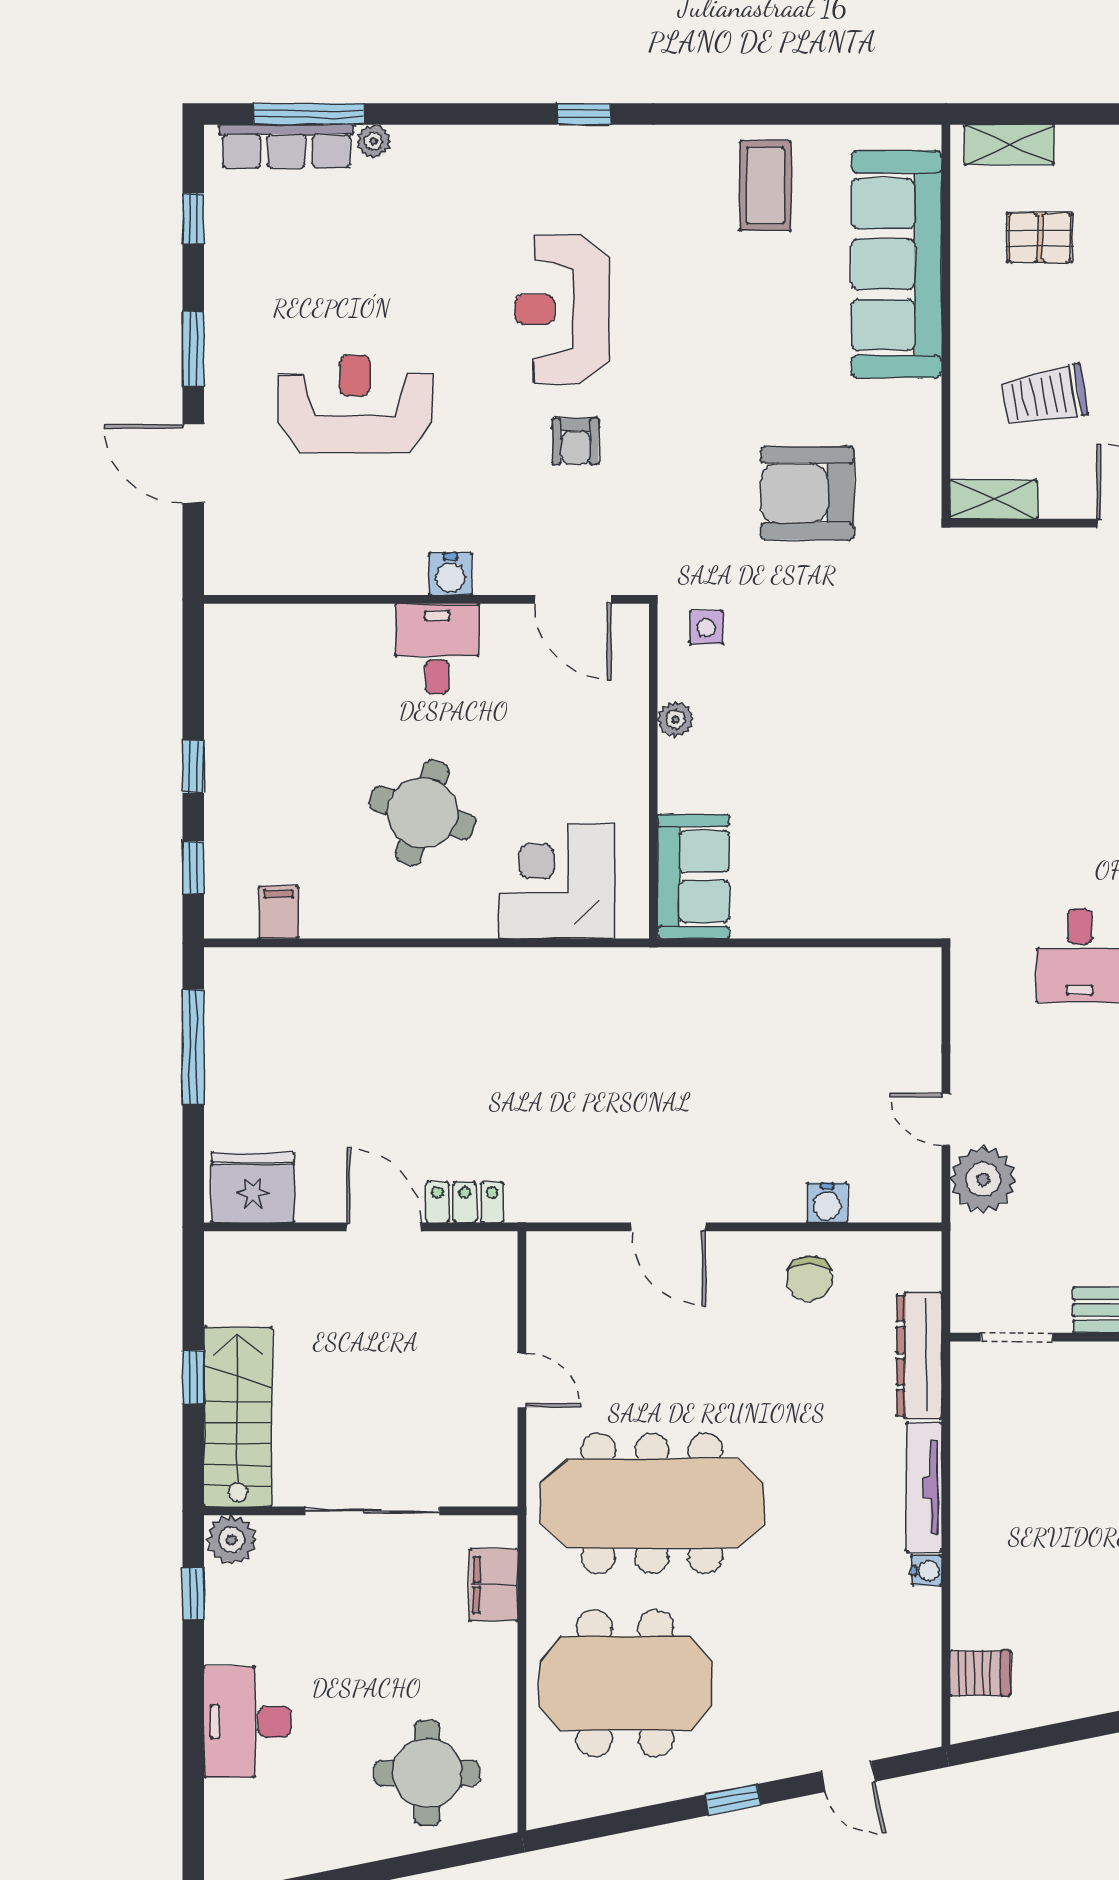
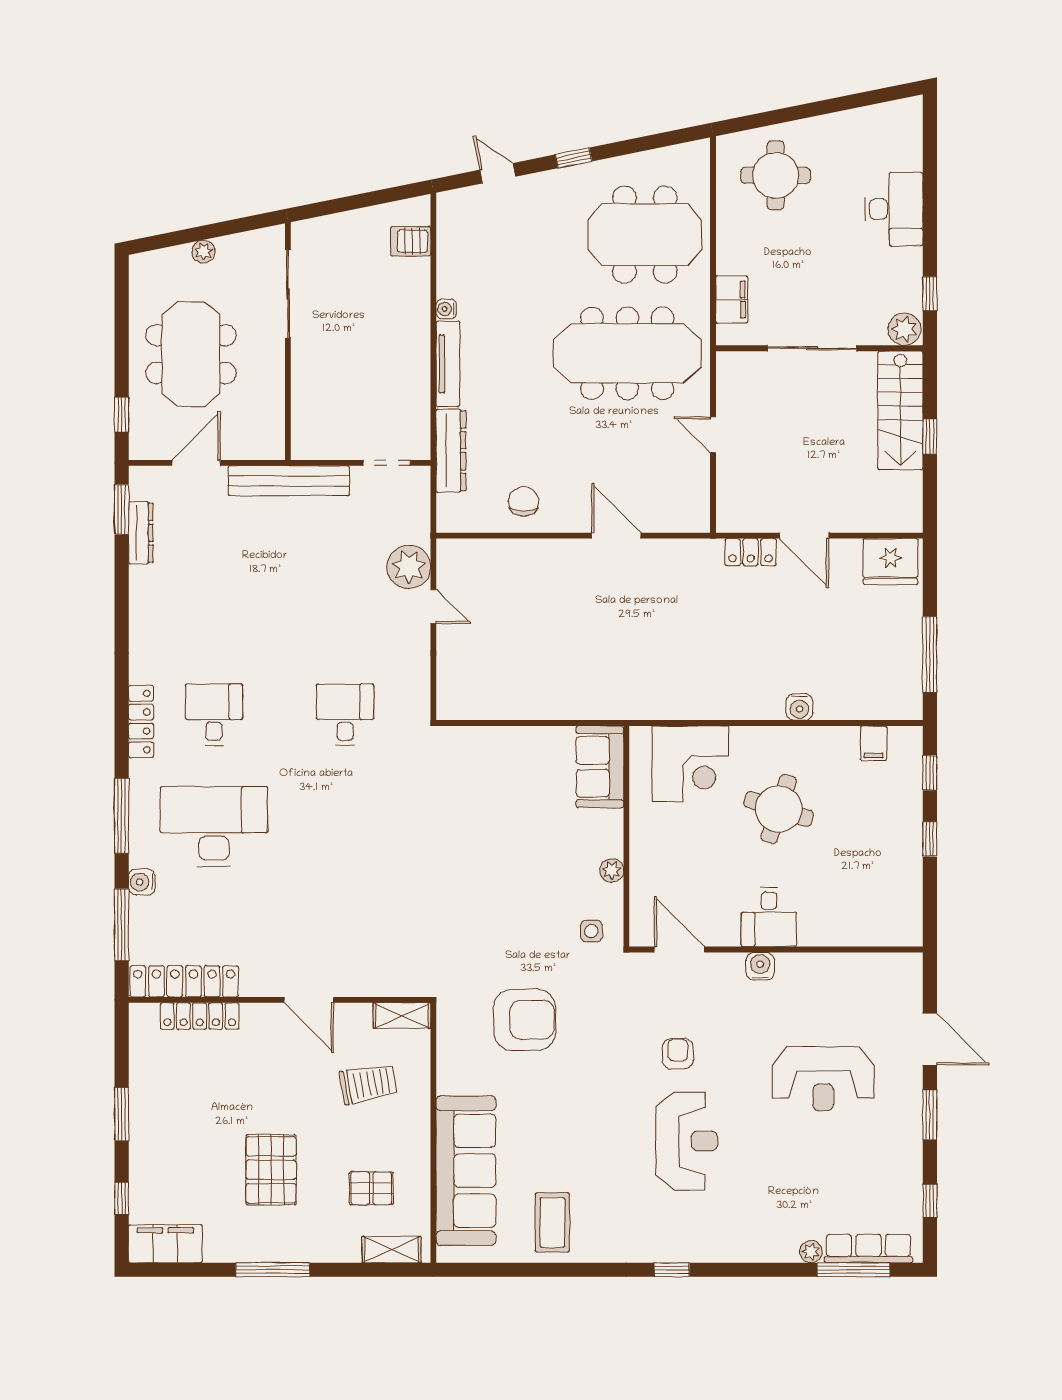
water cooler: (827, 1203) -> (799, 707), moved, turned 180

